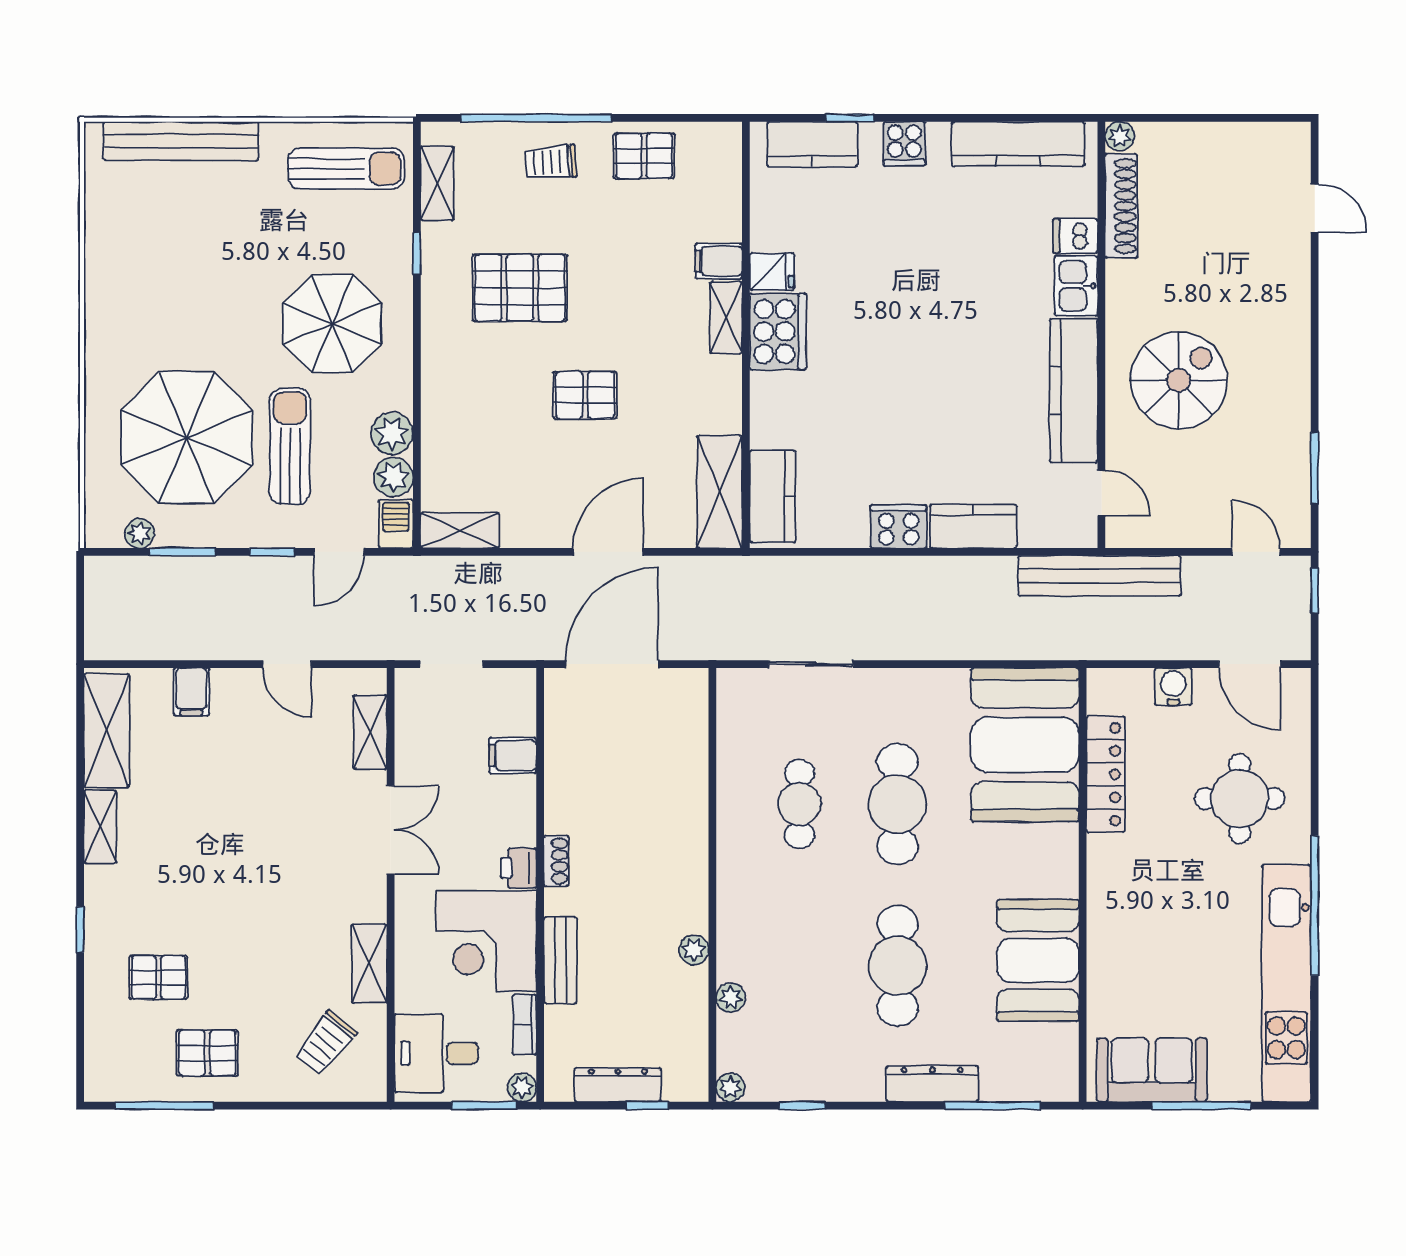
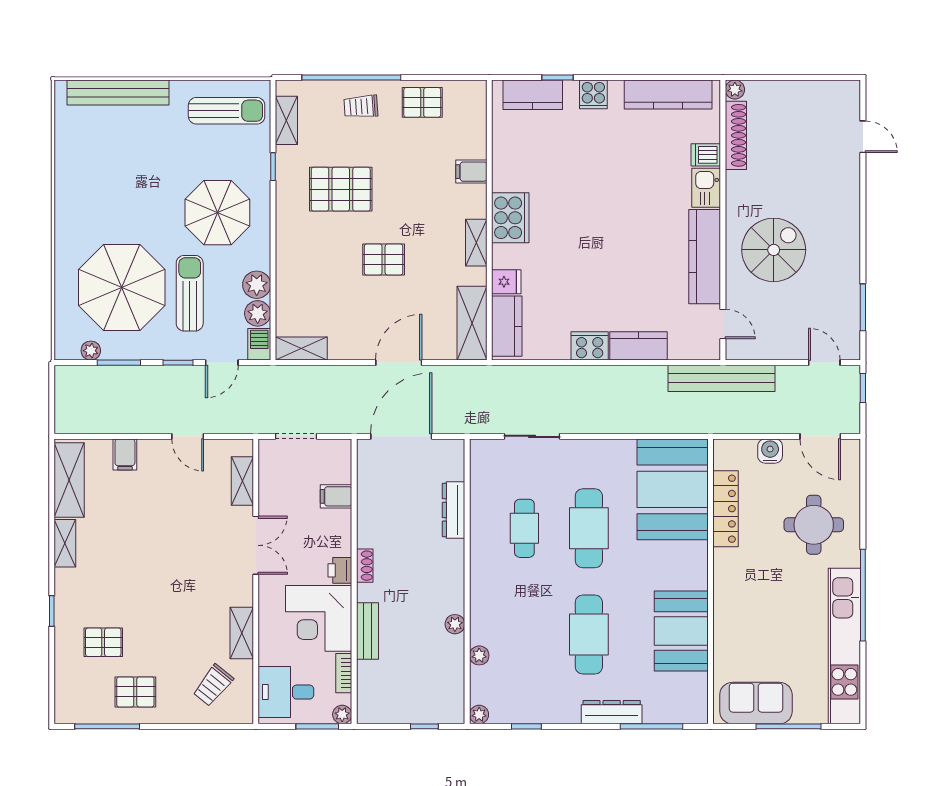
fridge: (772, 272) -> (506, 282), moved
shelving: (726, 318) -> (476, 243), moved
dresser: (618, 1085) -> (454, 510), moved, turned -90

